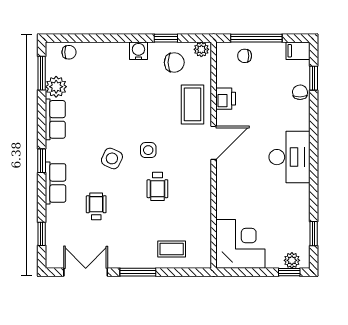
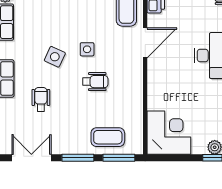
wheelchair: (157, 186) -> (95, 82), turned -90
coffee table: (172, 249) -> (108, 137), width x1.36, depth x1.30
window: (184, 272) -> (119, 158), added

